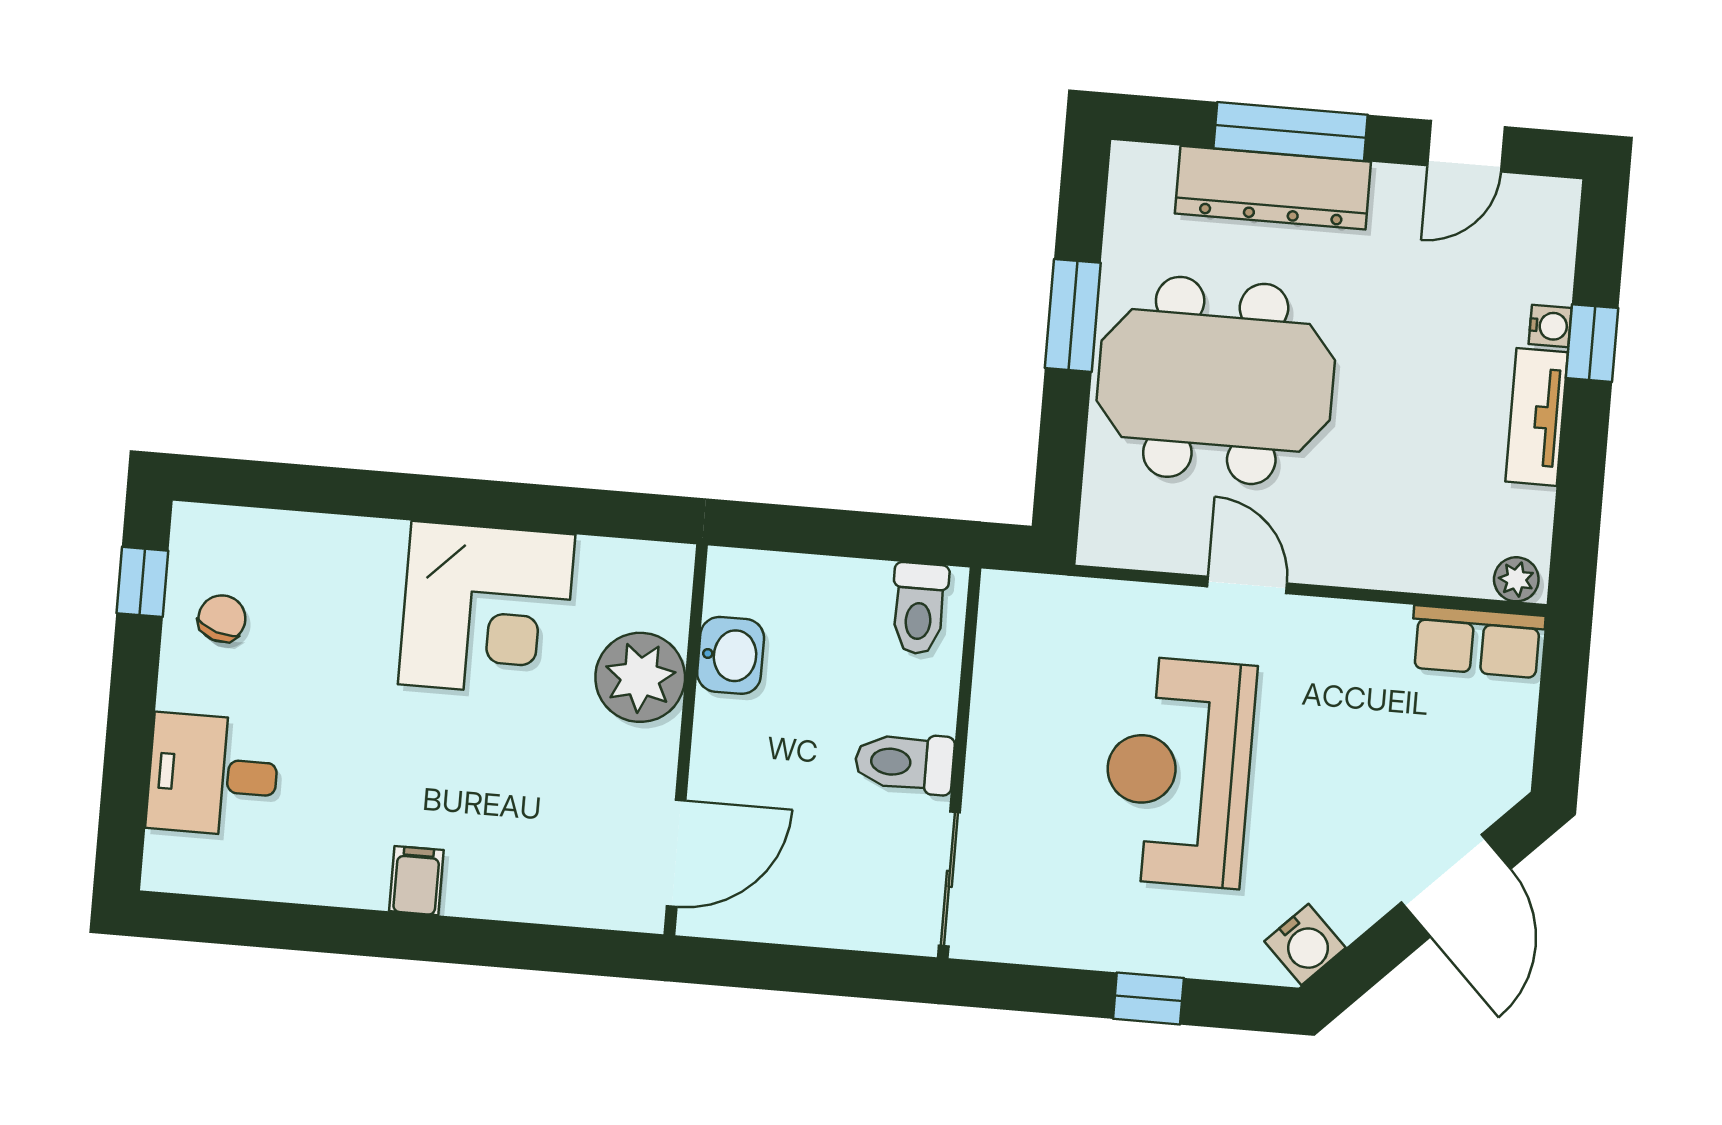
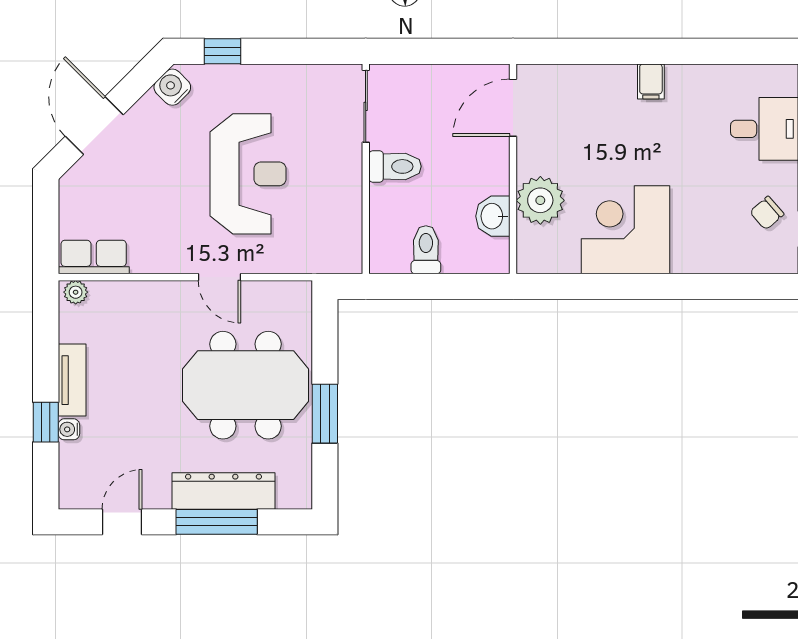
toilet: (919, 608) -> (426, 250), moved
chair: (222, 619) -> (767, 213), turned 31
window: (1148, 998) -> (223, 51), moved

